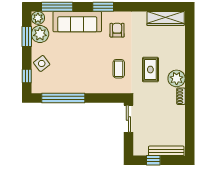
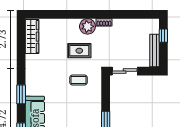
armchair: (117, 30) -> (43, 82), removed
bench: (166, 151) -> (155, 50), moved
window: (153, 160) -> (163, 36), moved

